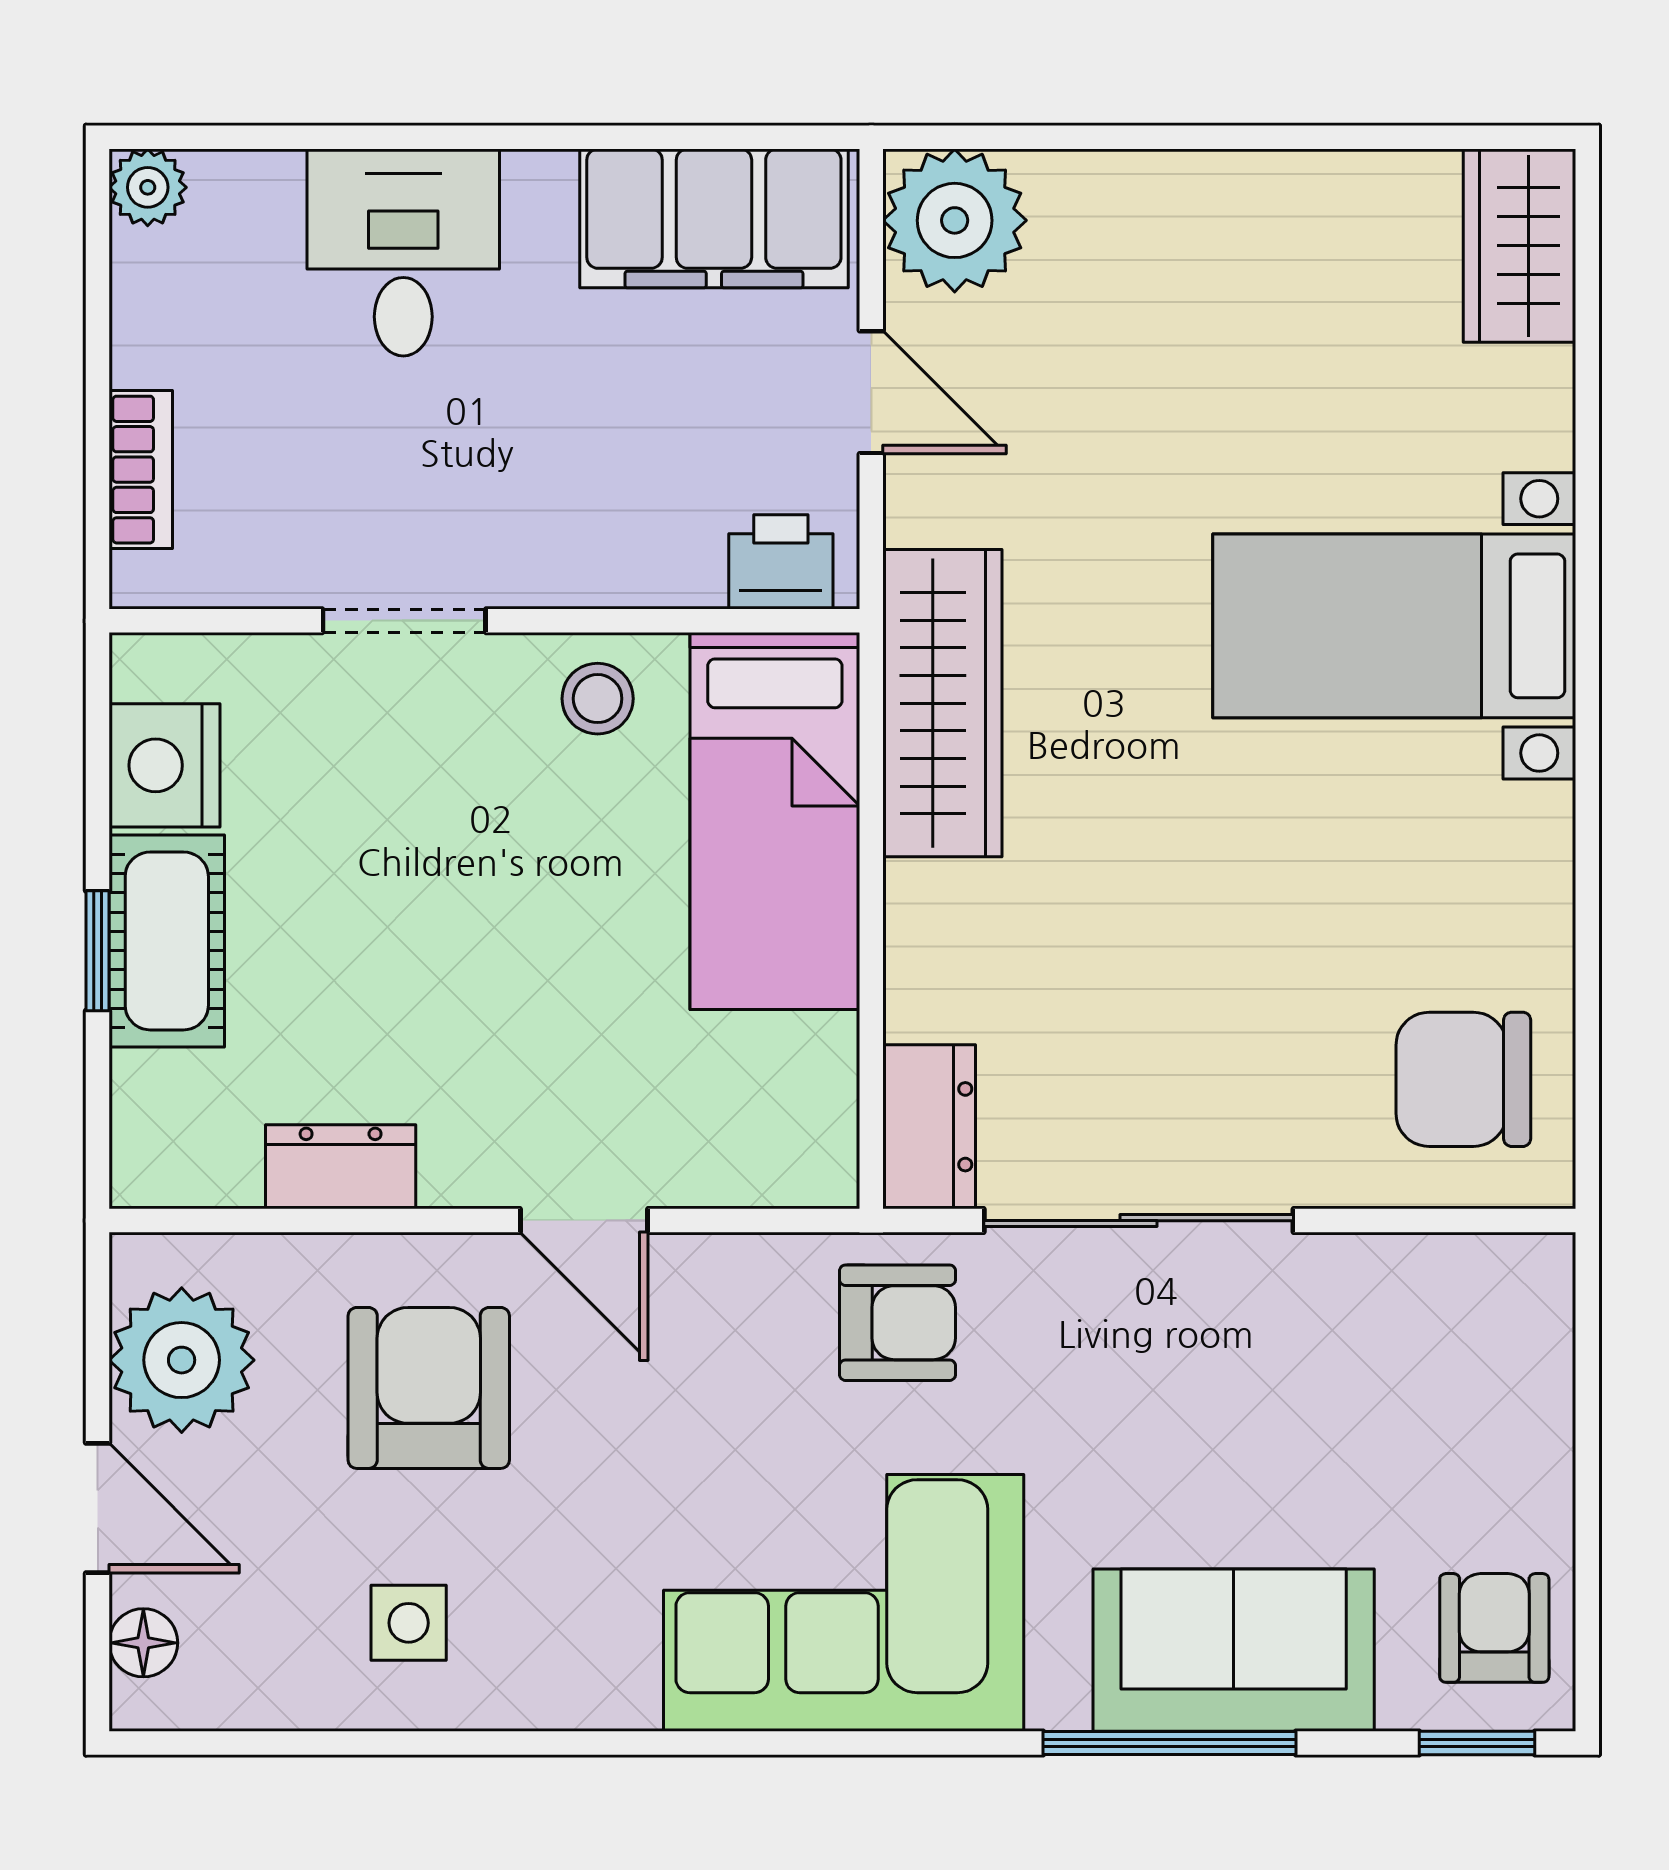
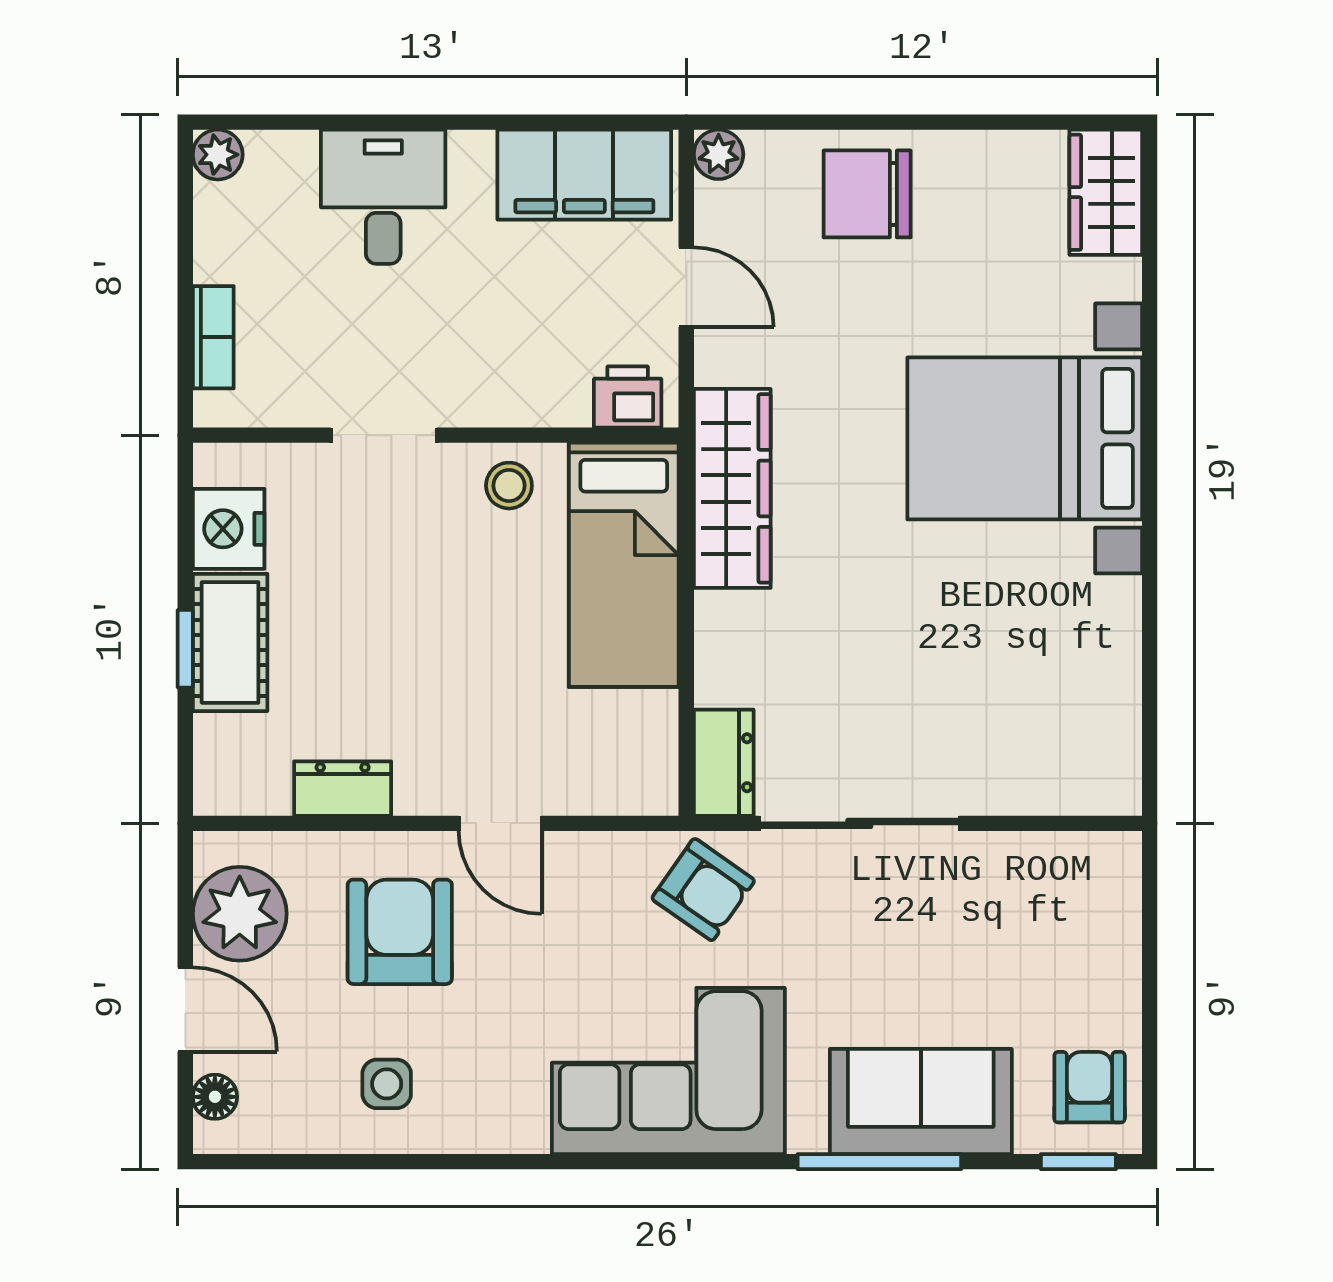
plant: (955, 220) -> (719, 154), width x0.53, depth x0.53
bed with nightstands: (1394, 626) -> (1025, 438), width x1.36
chair: (1463, 1079) -> (867, 194), moved
armchair: (898, 1323) -> (703, 890), turned 35

